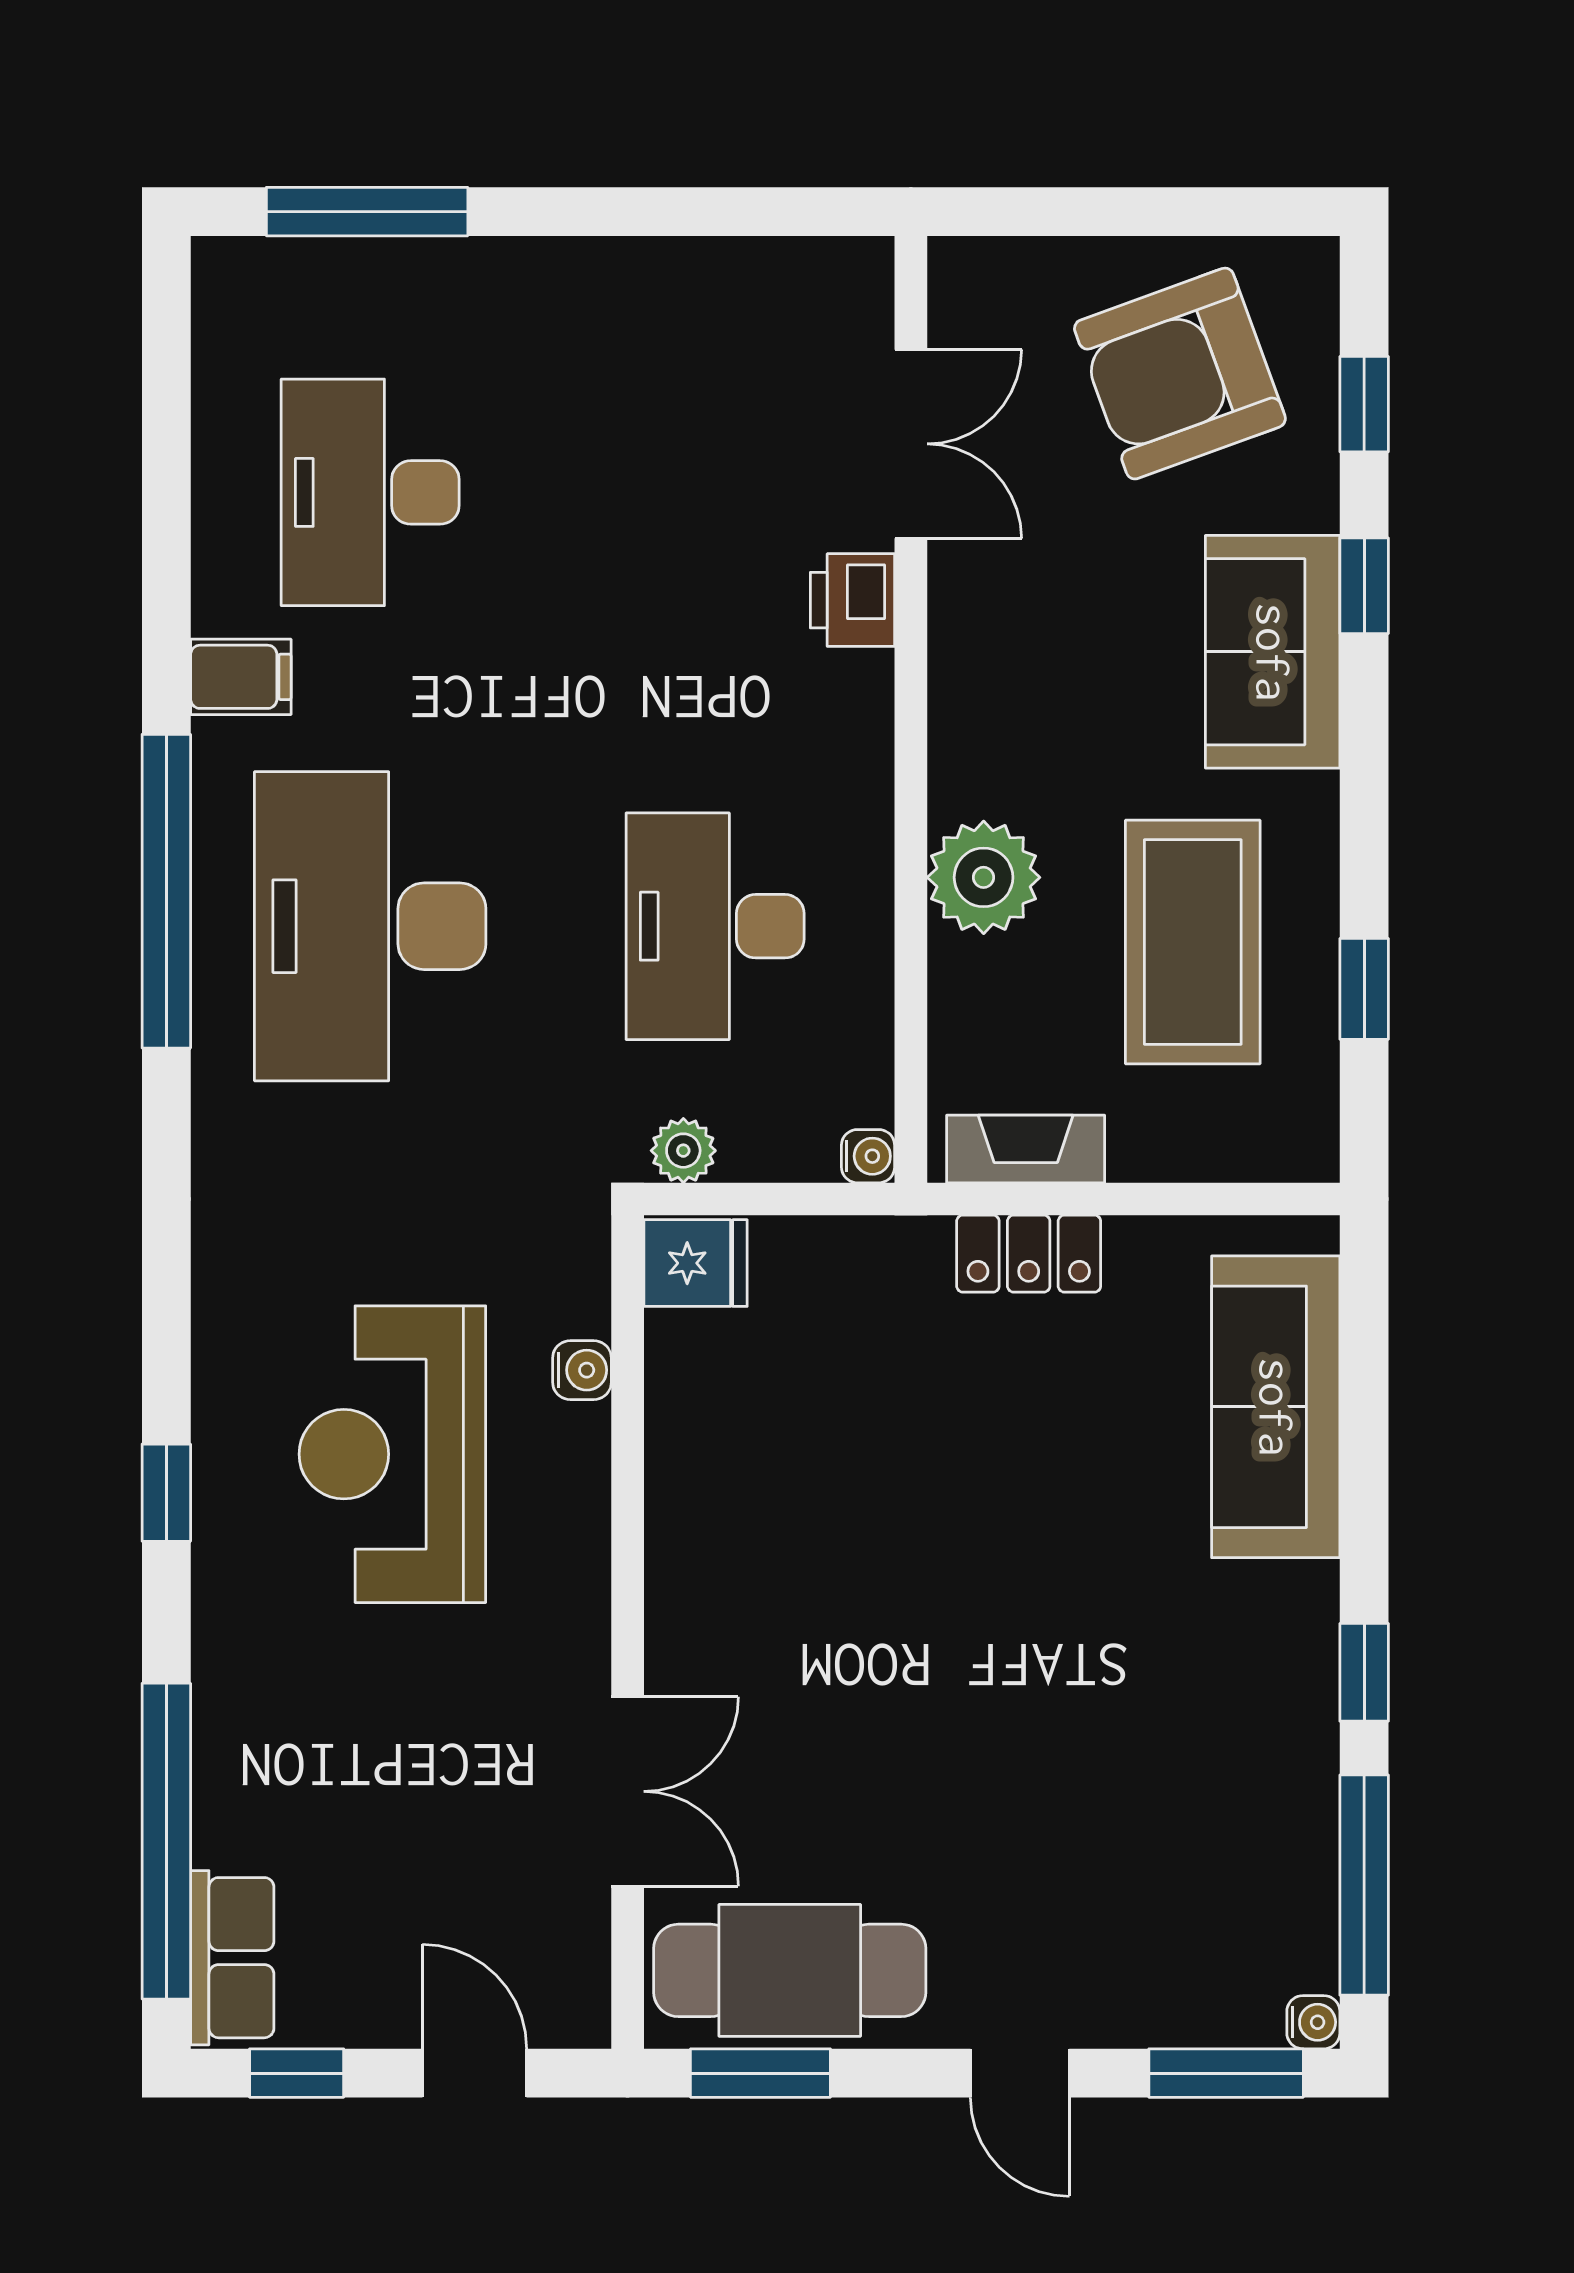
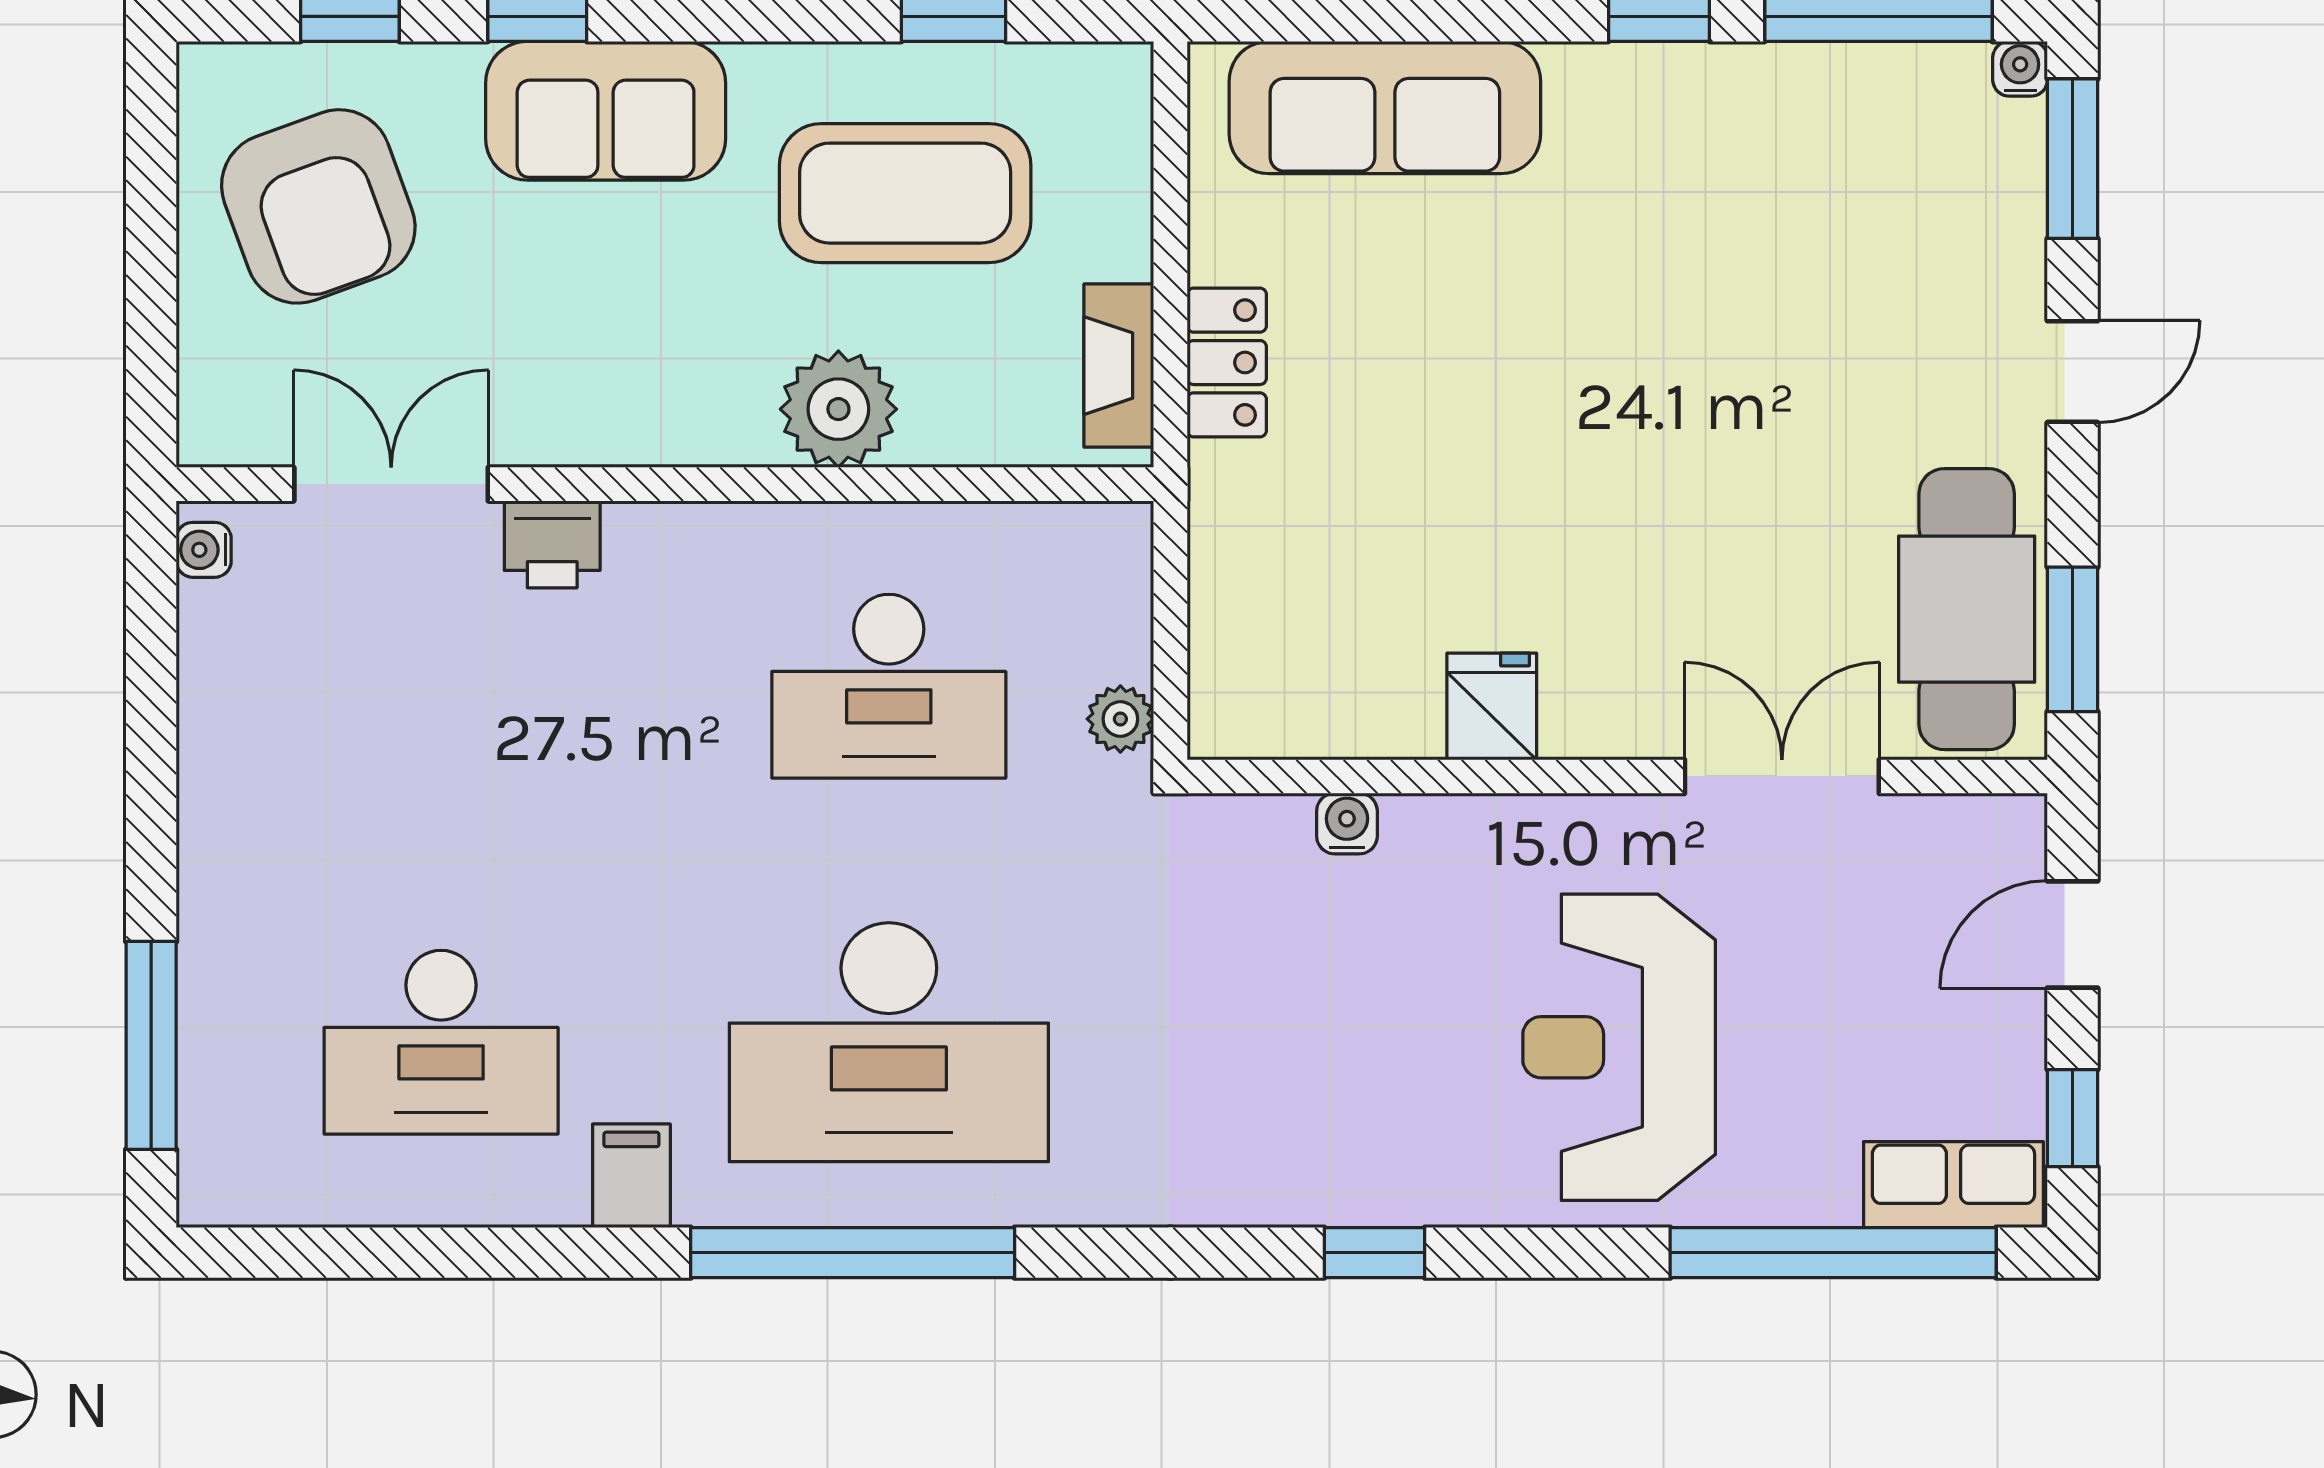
water cooler: (868, 1156) -> (204, 550), moved, turned -90
fridge: (696, 1263) -> (1492, 706), moved
reception desk: (392, 1454) -> (1619, 1047), moved, turned 90
window: (166, 1493) -> (1375, 1253), moved

